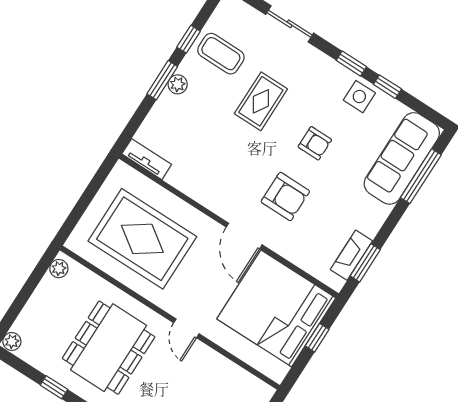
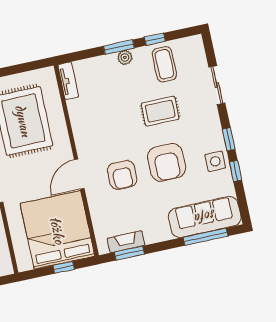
armchair: (315, 143) -> (167, 162), width x1.88, depth x1.88

